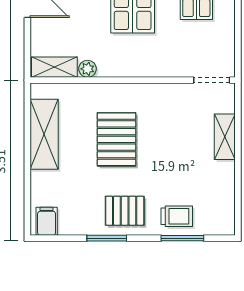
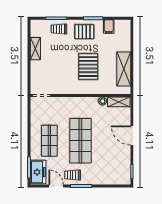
shelving: (225, 137) -> (35, 49), moved
filing cabinet: (47, 221) -> (109, 27), moved

